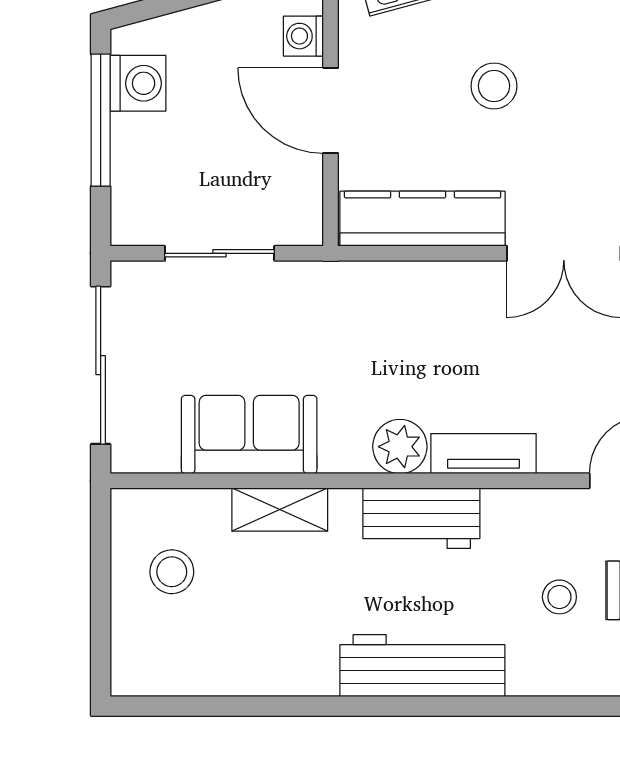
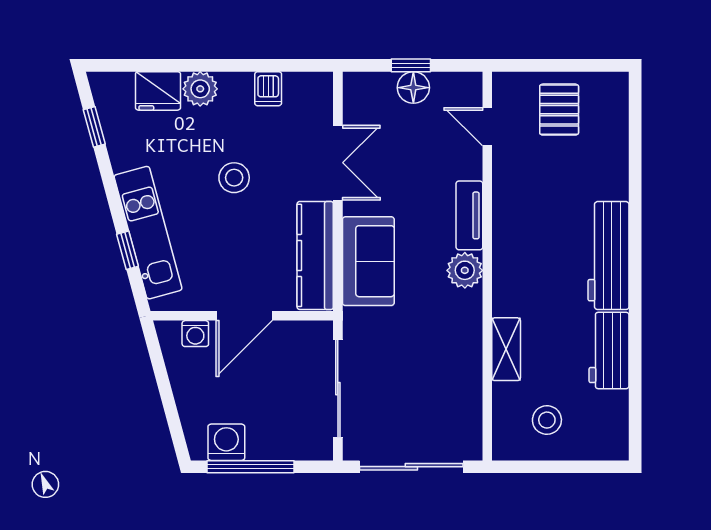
stool: (494, 86) -> (234, 178), moved
sliding door: (220, 253) -> (338, 389), width x1.37
sofa: (249, 435) -> (368, 261), moved, turned 180
workbench: (421, 518) -> (609, 350), moved, turned 180
stool: (559, 597) -> (563, 166), removed

